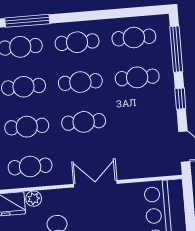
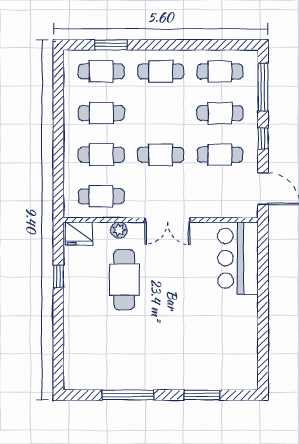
window: (27, 21) -> (111, 45), width x0.69
cafe table: (80, 82) -> (220, 155), moved
double door: (95, 184) -> (167, 220), swing flipped
plant: (34, 199) -> (119, 230), moved

